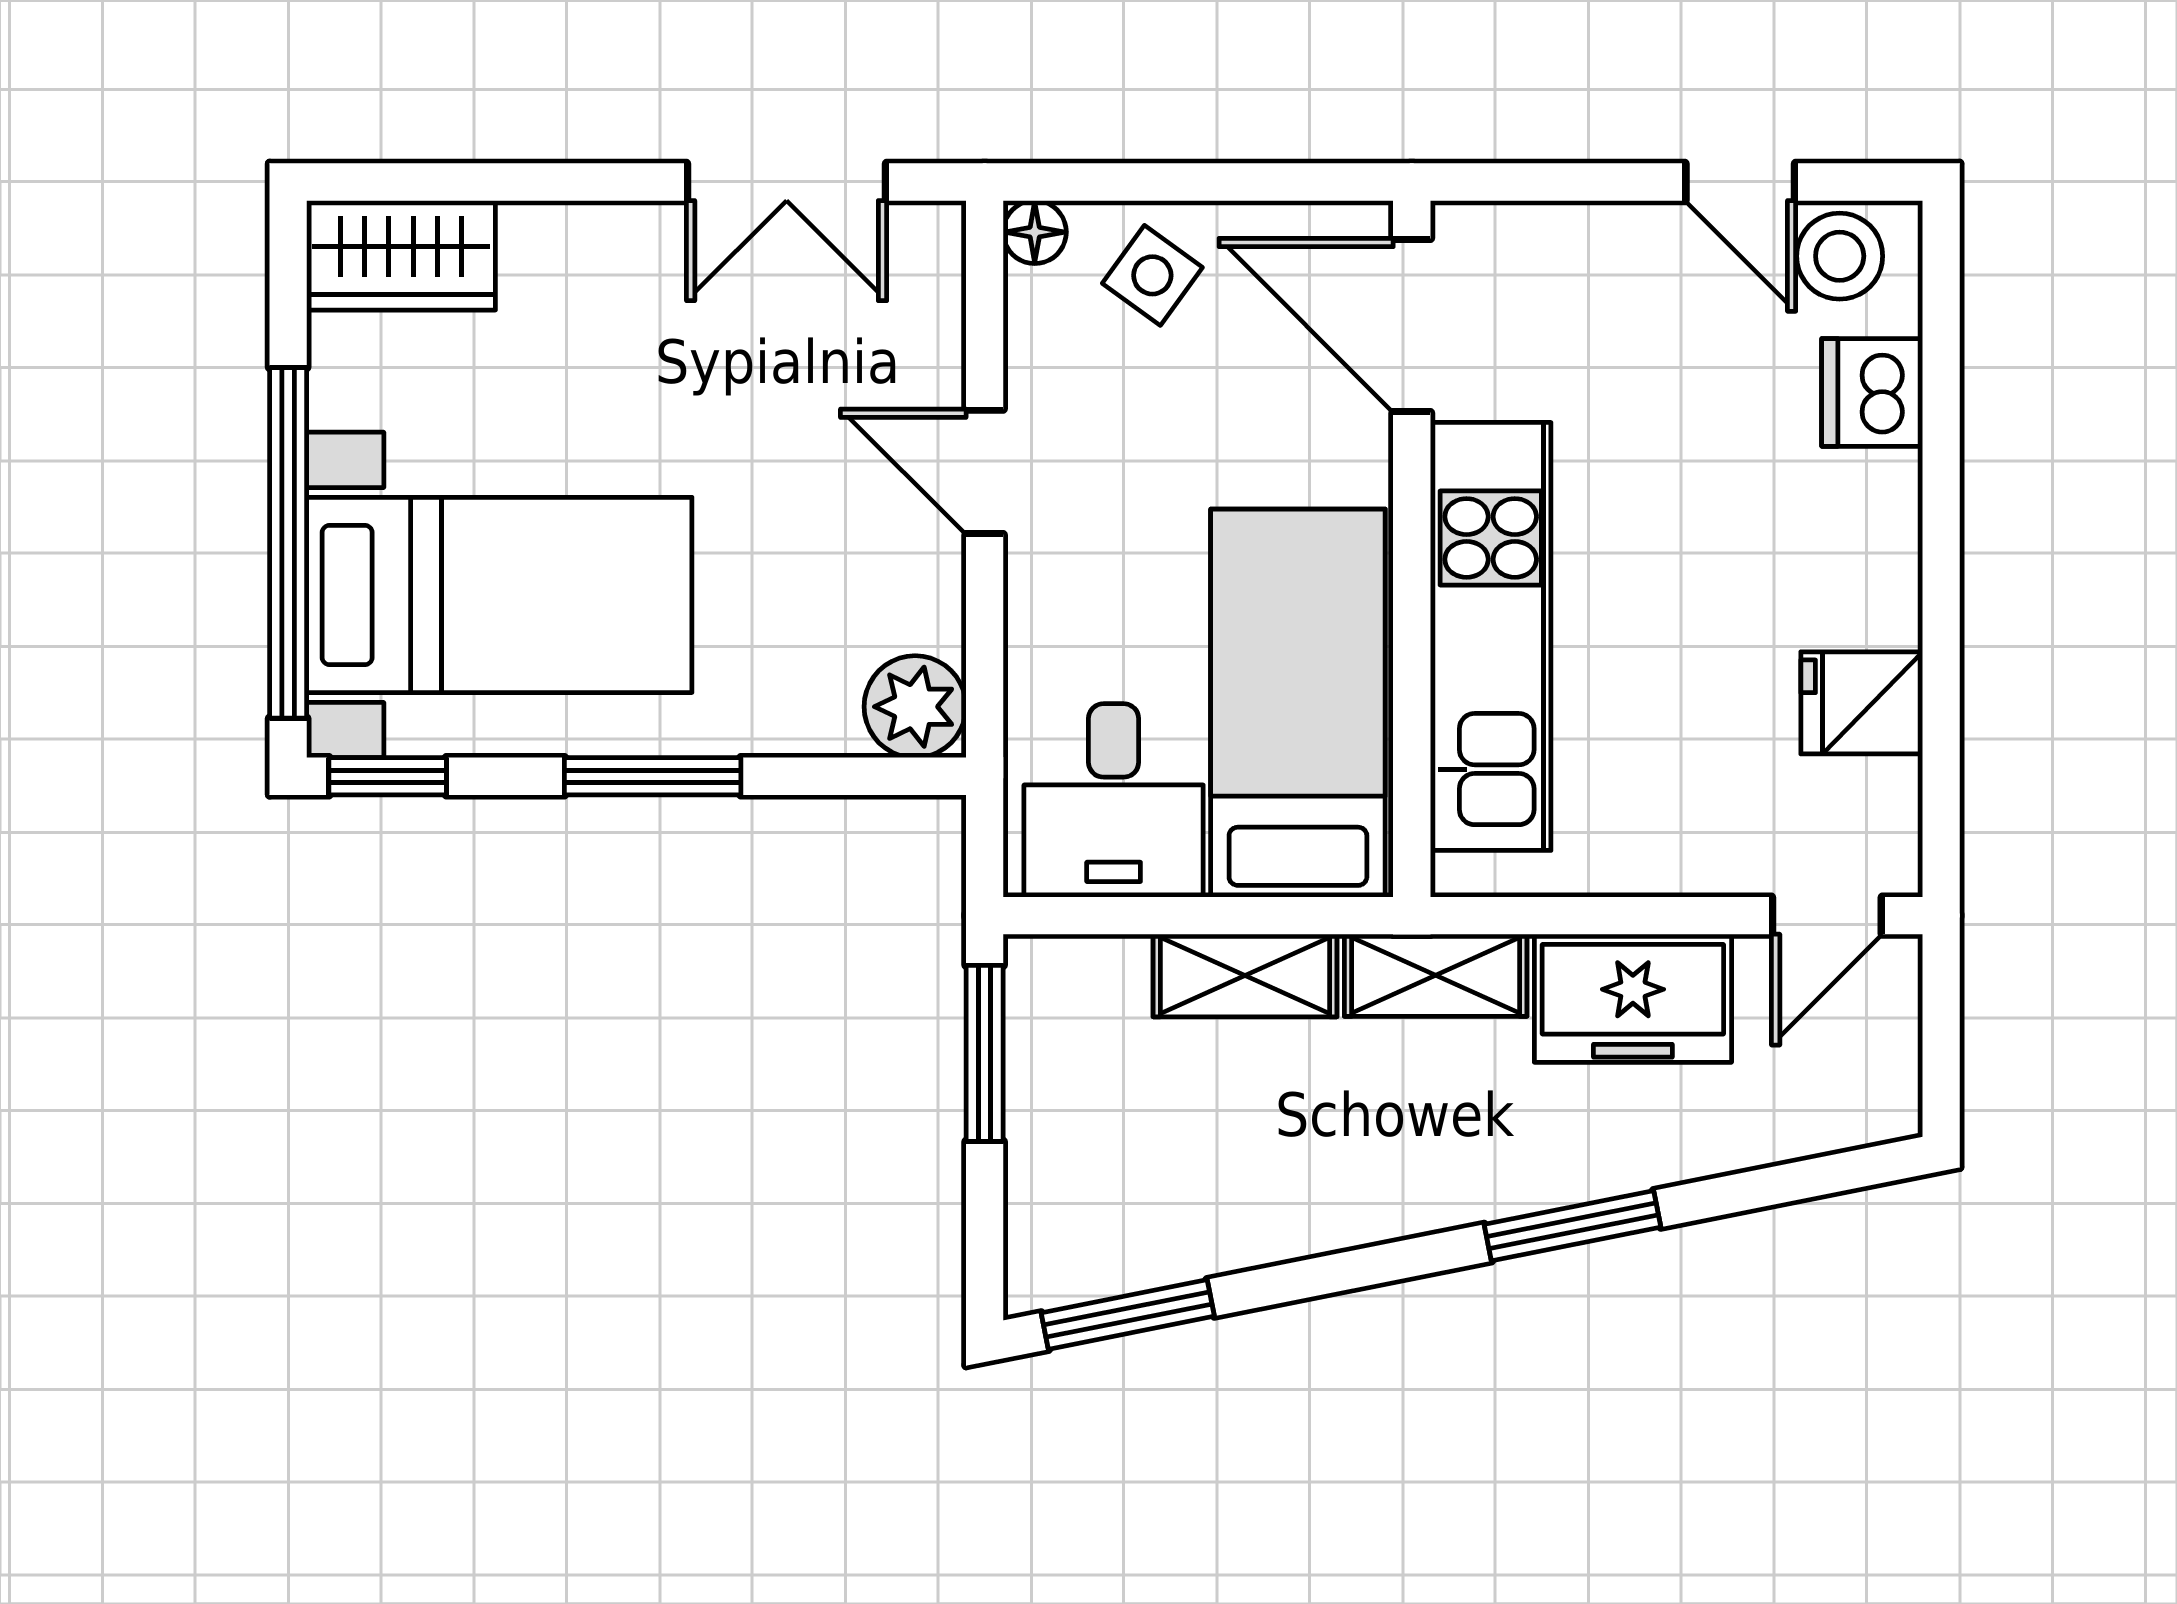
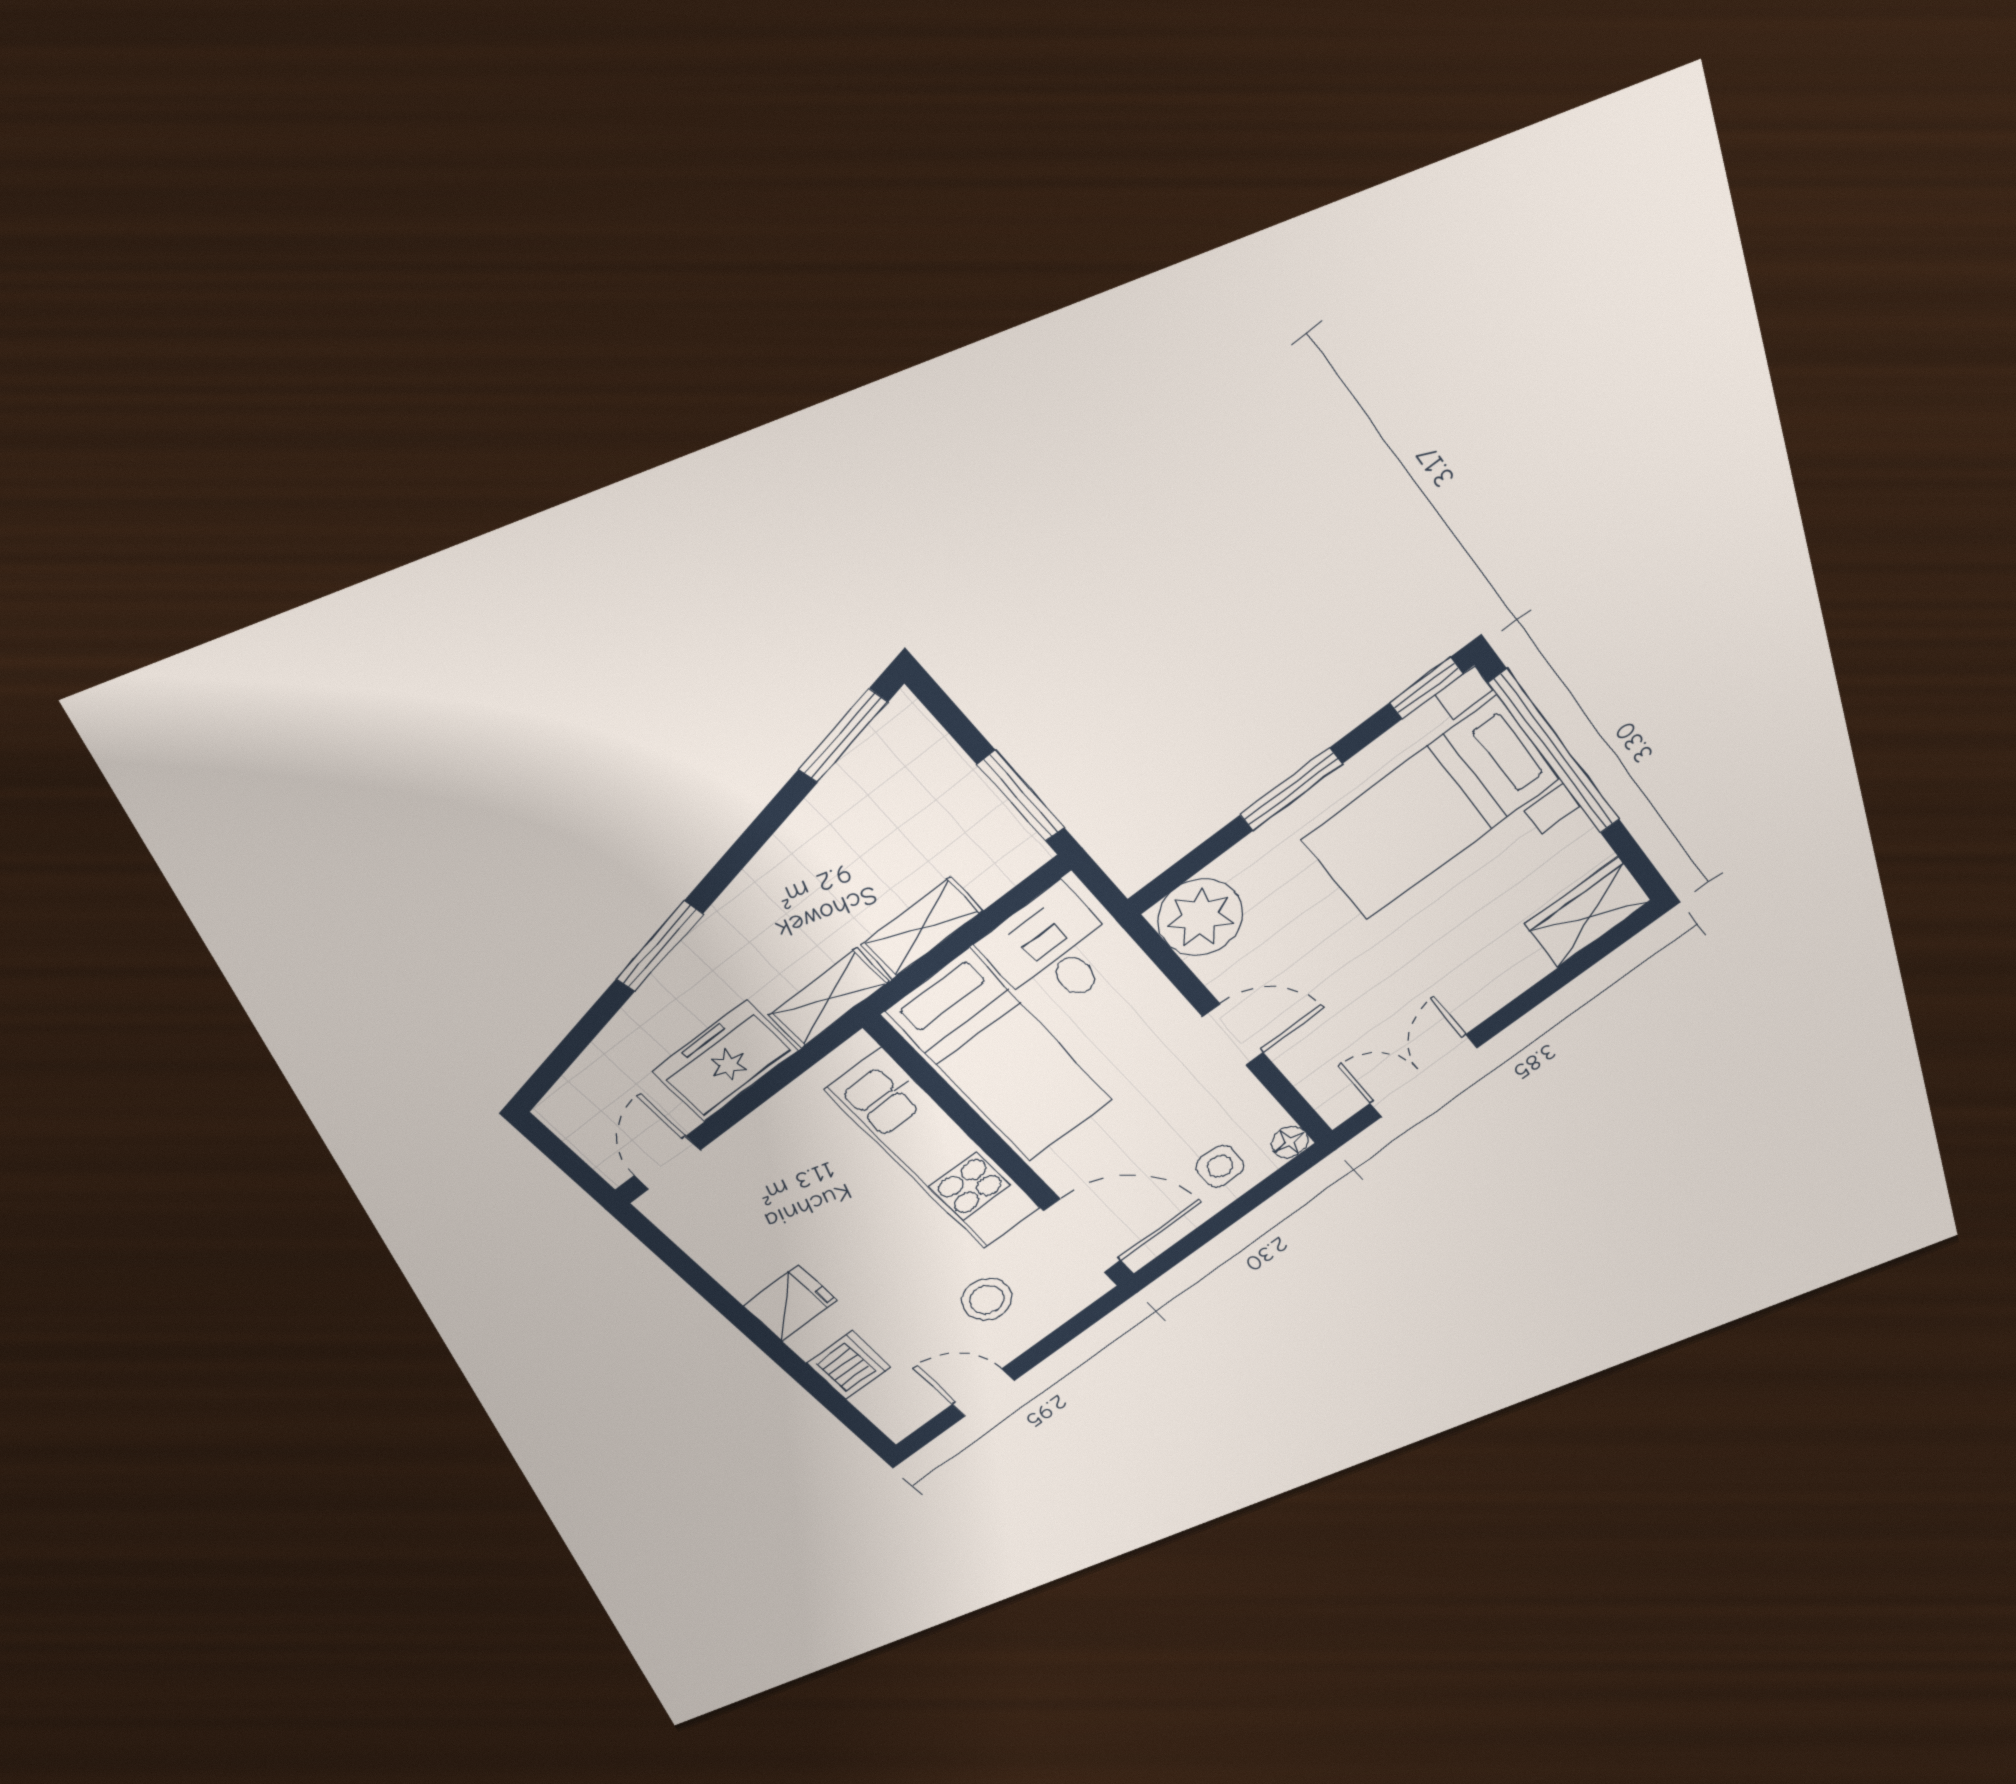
stool: (1840, 256) -> (987, 1300), moved
side table: (1152, 275) -> (1220, 1166), turned -36
fridge: (1862, 703) -> (790, 1303), moved
plant: (915, 707) -> (1200, 917), width x1.36, depth x1.36

